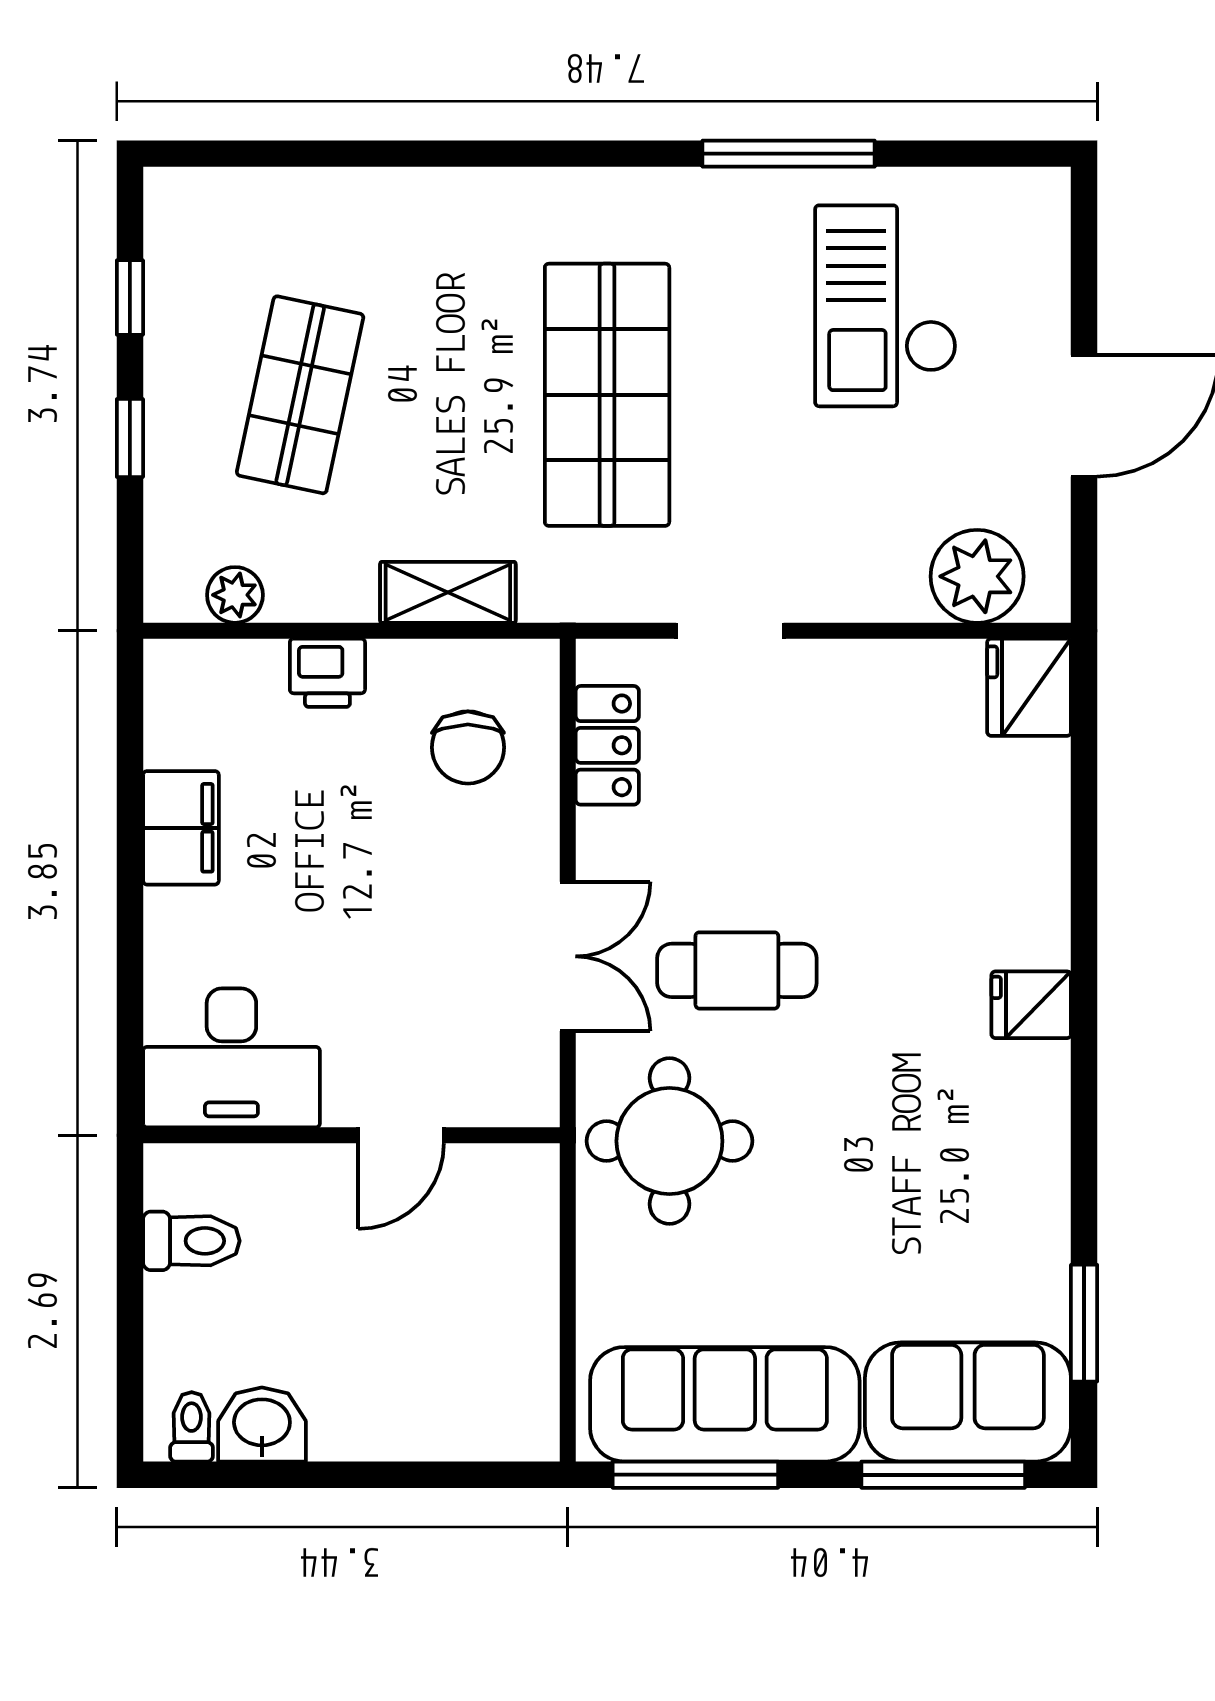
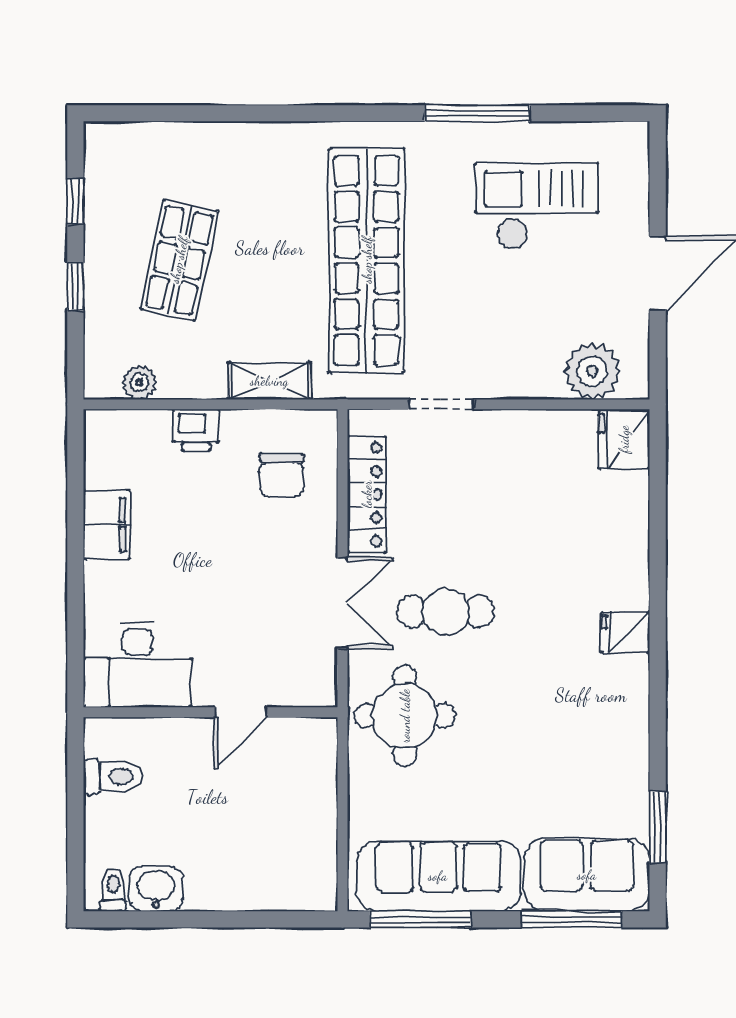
checkout: (886, 306) -> (537, 206), turned 90
shop shelf: (607, 395) -> (367, 260), width x1.40
locker: (607, 745) -> (367, 494), width x1.53

